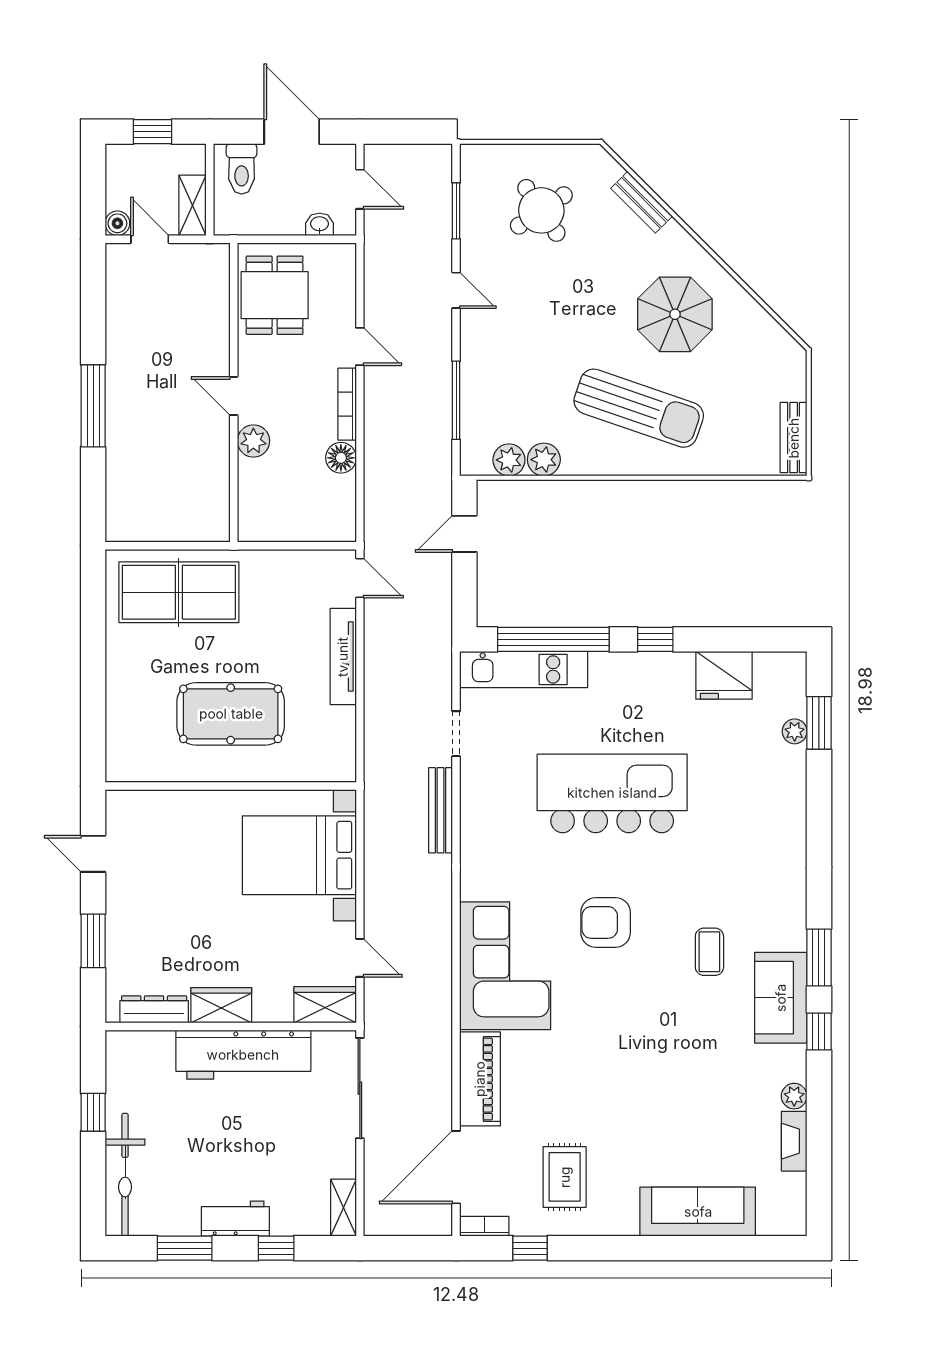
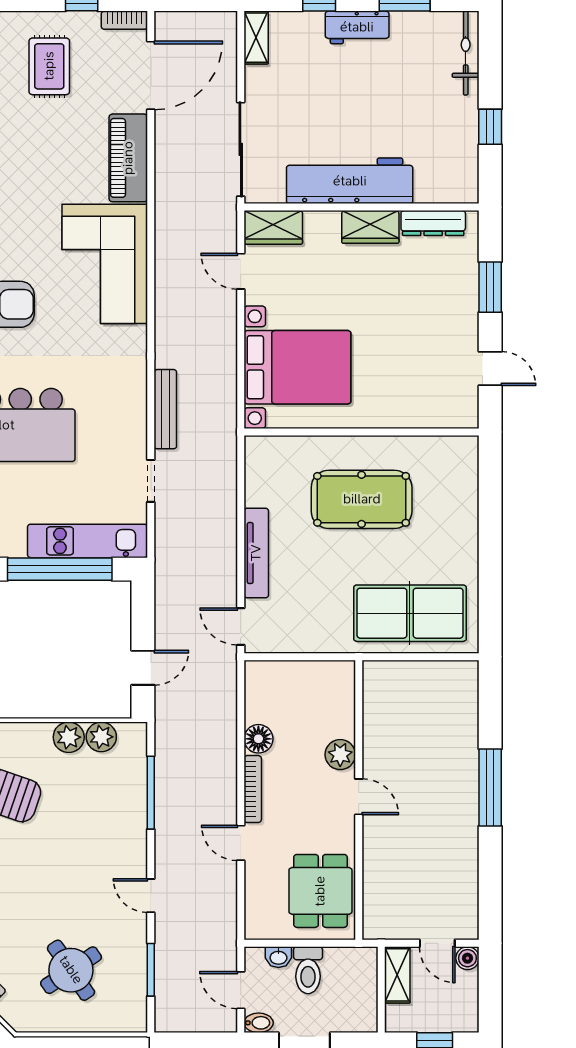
bidet: (341, 154) -> (259, 1023), added
toilet: (242, 169) -> (308, 970), moved, turned 180
bicycle: (125, 1175) -> (466, 53), width x0.73, depth x0.71

